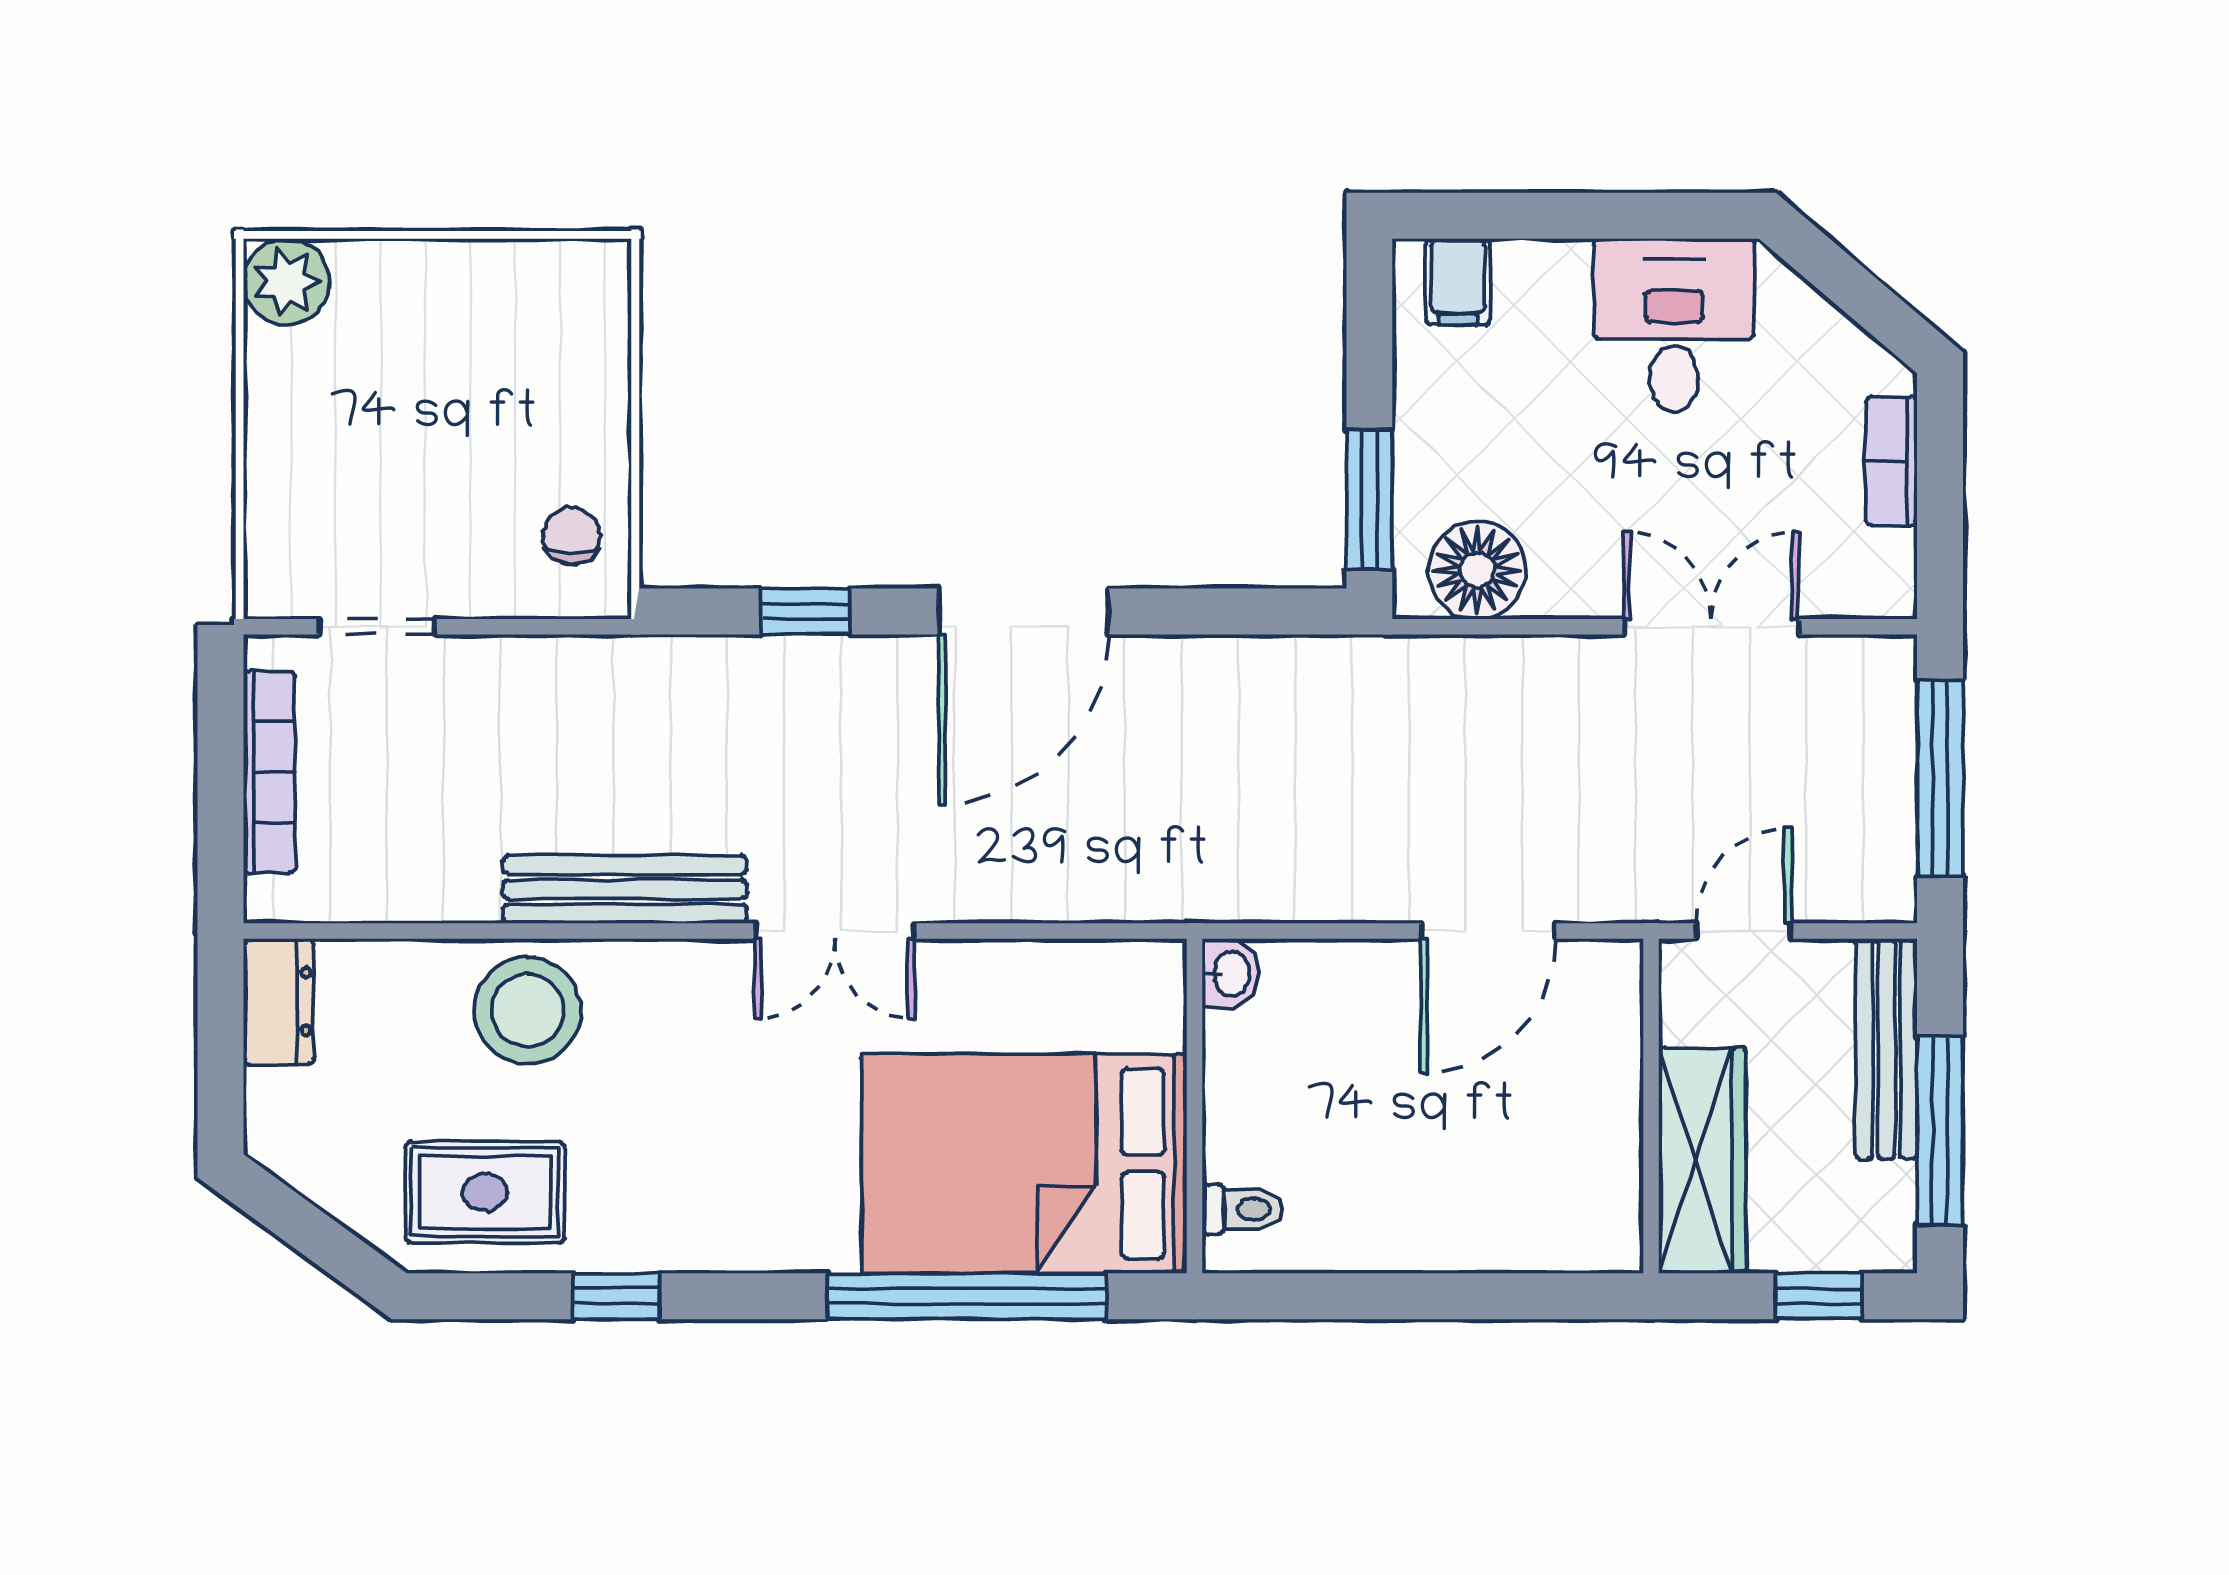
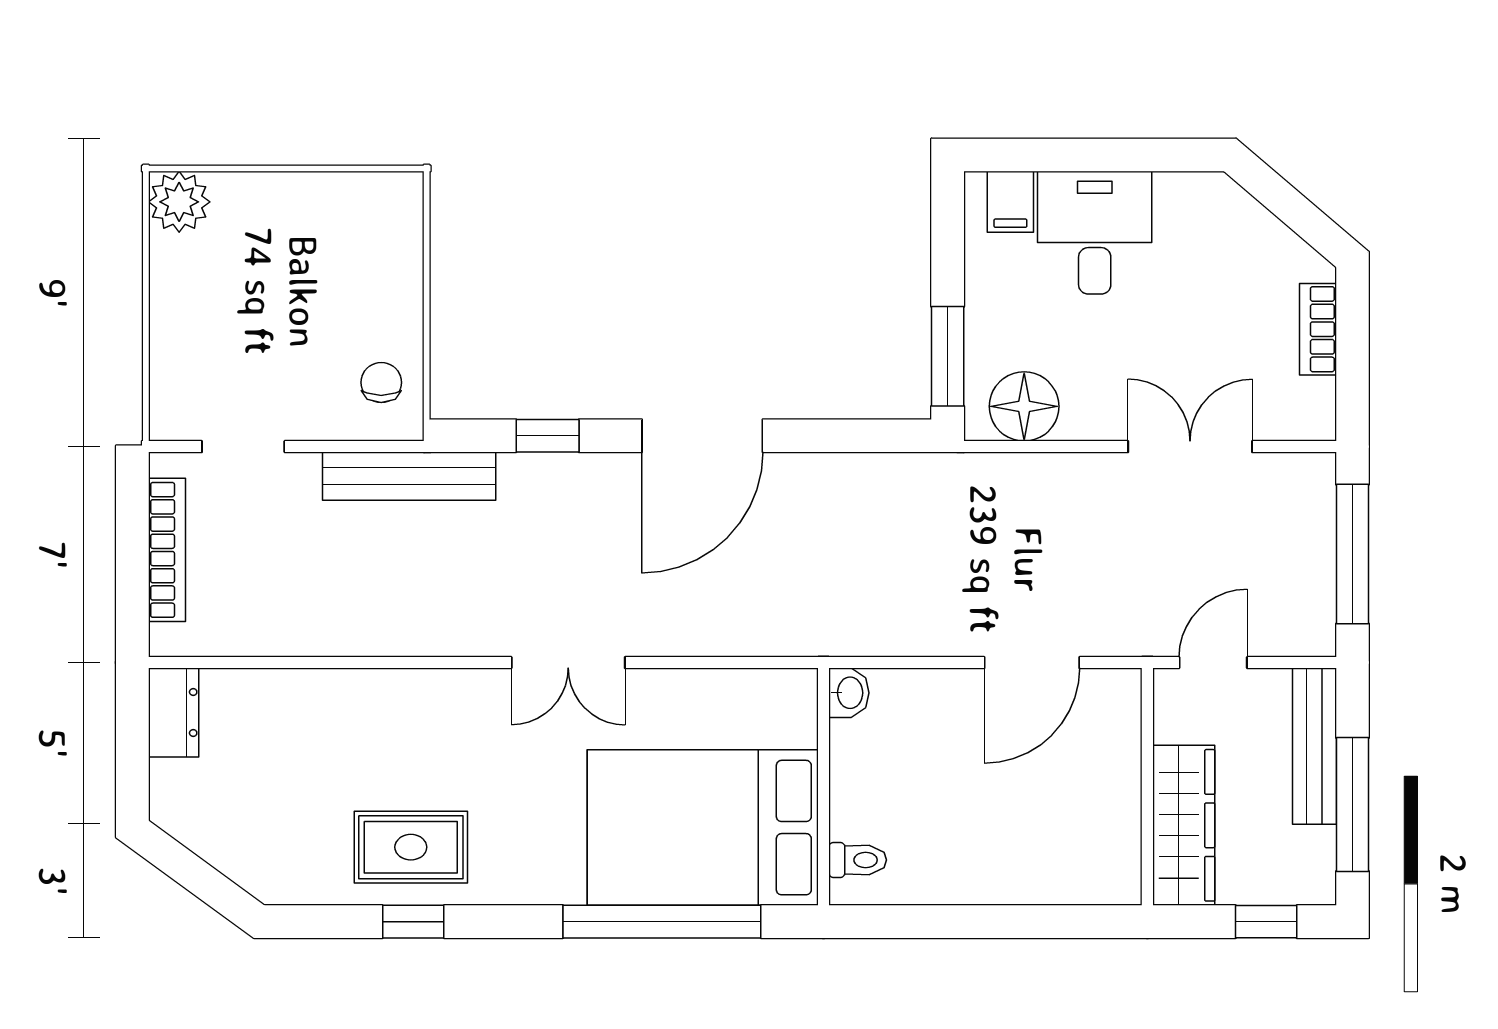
desk: (1674, 325) -> (1095, 233), moved
bench: (625, 889) -> (409, 476), moved
stool: (527, 1010) -> (350, 719), removed
rug: (485, 1192) -> (411, 847), moved

